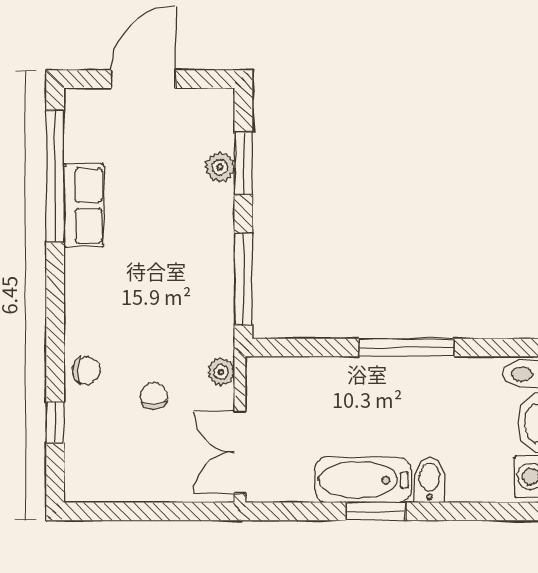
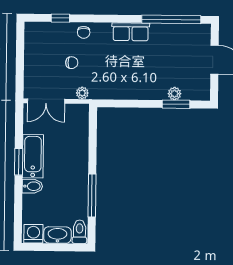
row of seats: (84, 205) -> (131, 32), moved
window: (243, 280) -> (124, 104), removed
window: (406, 348) -> (92, 196), moved
double door: (240, 452) -> (46, 101), swing flipped

